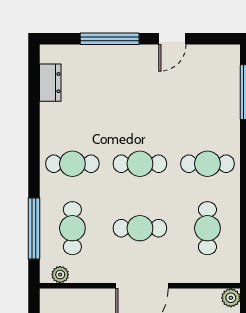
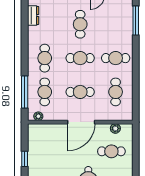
cafe table: (140, 99) -> (80, 24), added
cafe table: (72, 164) -> (45, 58), turned 90
plant: (231, 298) -> (115, 128), moved

